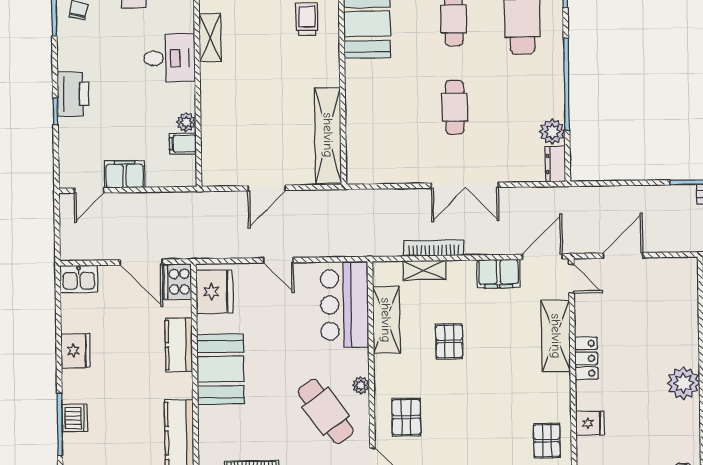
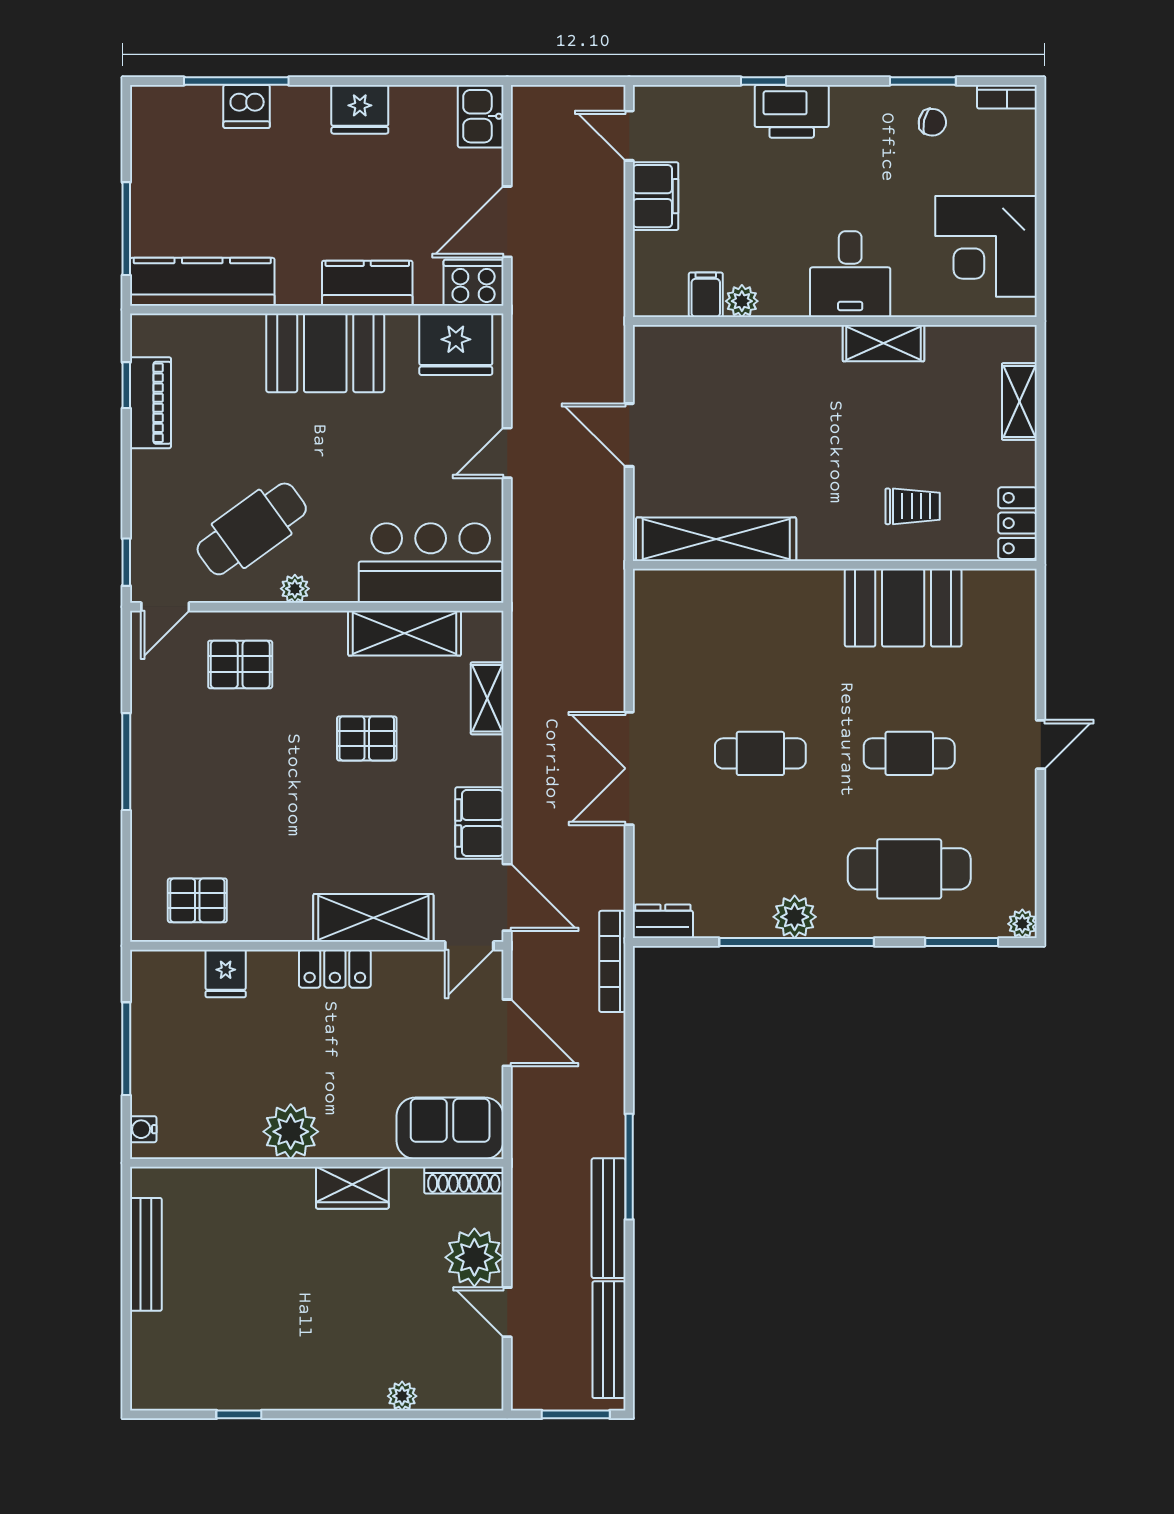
plant: (552, 132) -> (795, 917), moved
bookcase: (434, 248) -> (612, 961), moved, turned 180
sofa: (680, 289) -> (450, 1128), added

